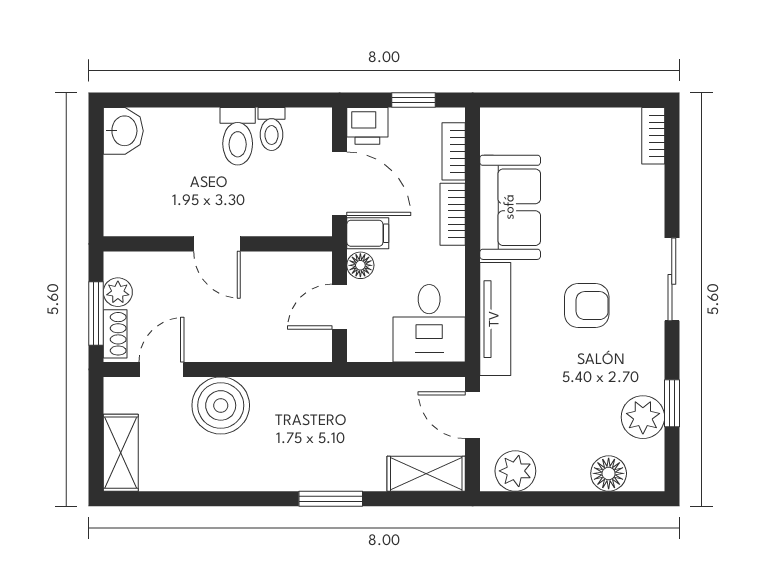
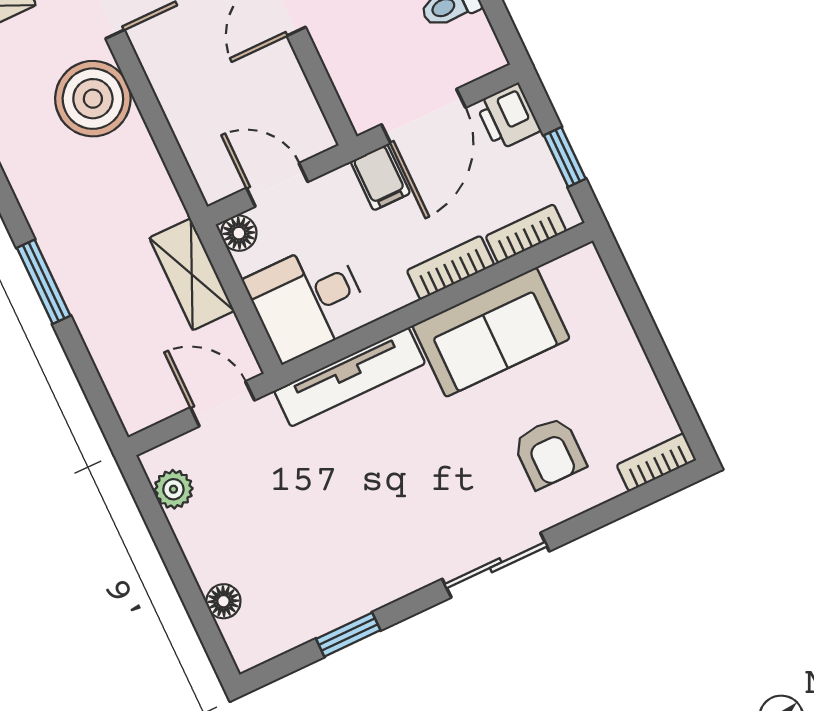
floor lamp: (360, 265) -> (239, 233), moved
armchair: (587, 306) -> (549, 453), moved
door: (473, 415) -> (222, 404), hinge flipped
plant: (643, 417) -> (316, 608), removed
plant: (515, 471) -> (173, 489), width x0.73, depth x0.73
floor lamp: (609, 473) -> (223, 601), width x0.73, depth x0.73
shelving: (426, 474) -> (192, 274), moved

